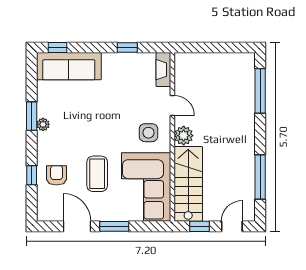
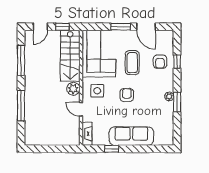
window: (57, 48) -> (159, 149), removed
sofa: (69, 66) -> (131, 136), moved
window: (260, 91) -> (21, 106), moved
armchair: (105, 126) -> (127, 95), added

